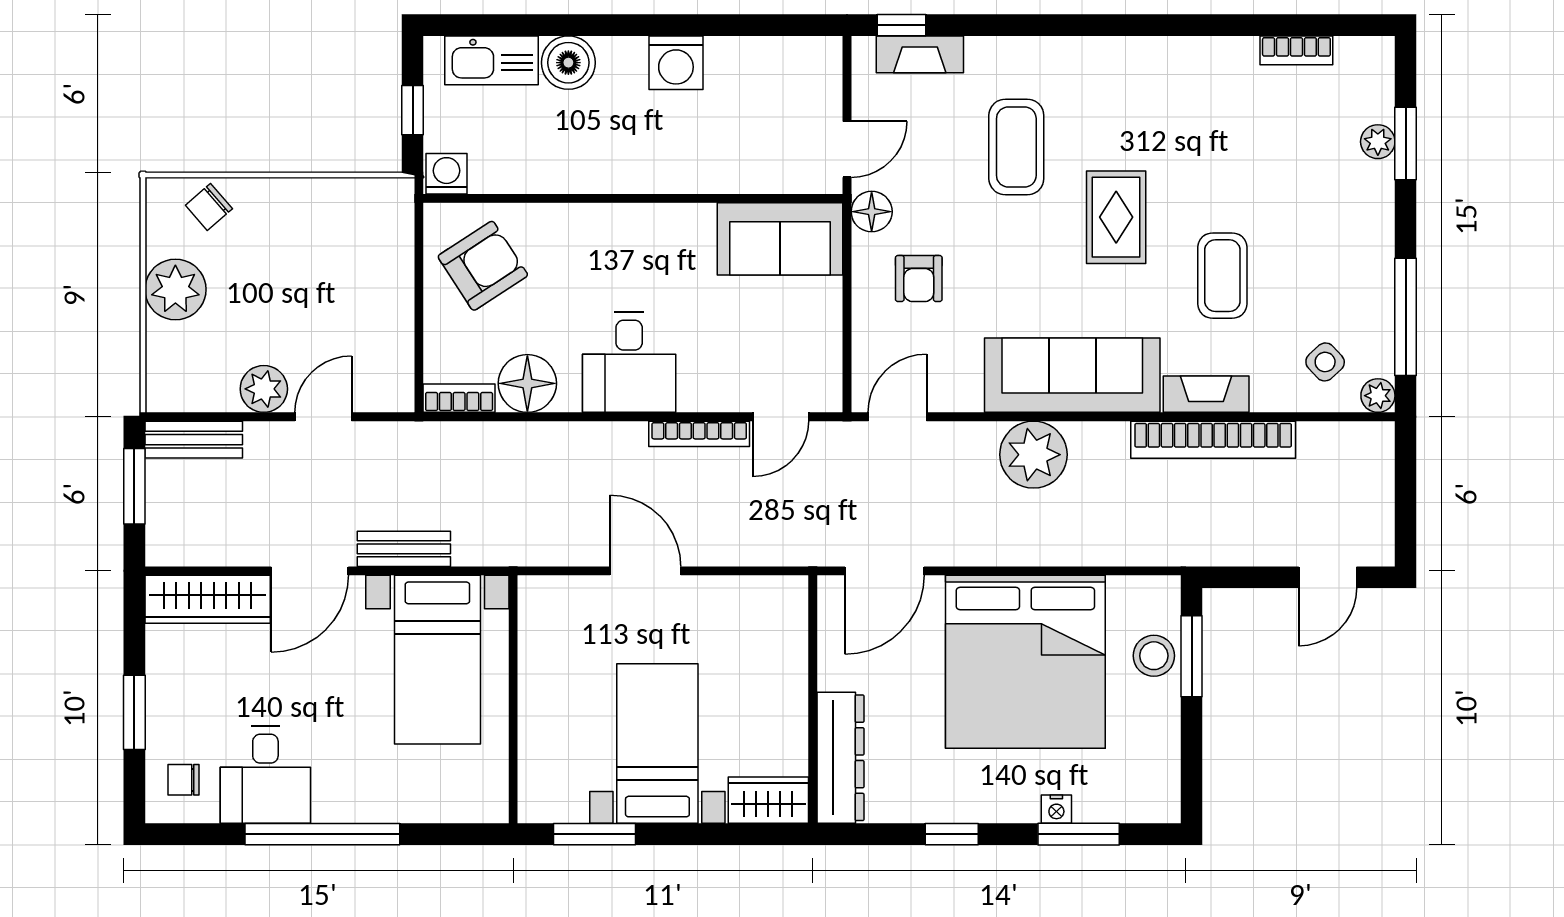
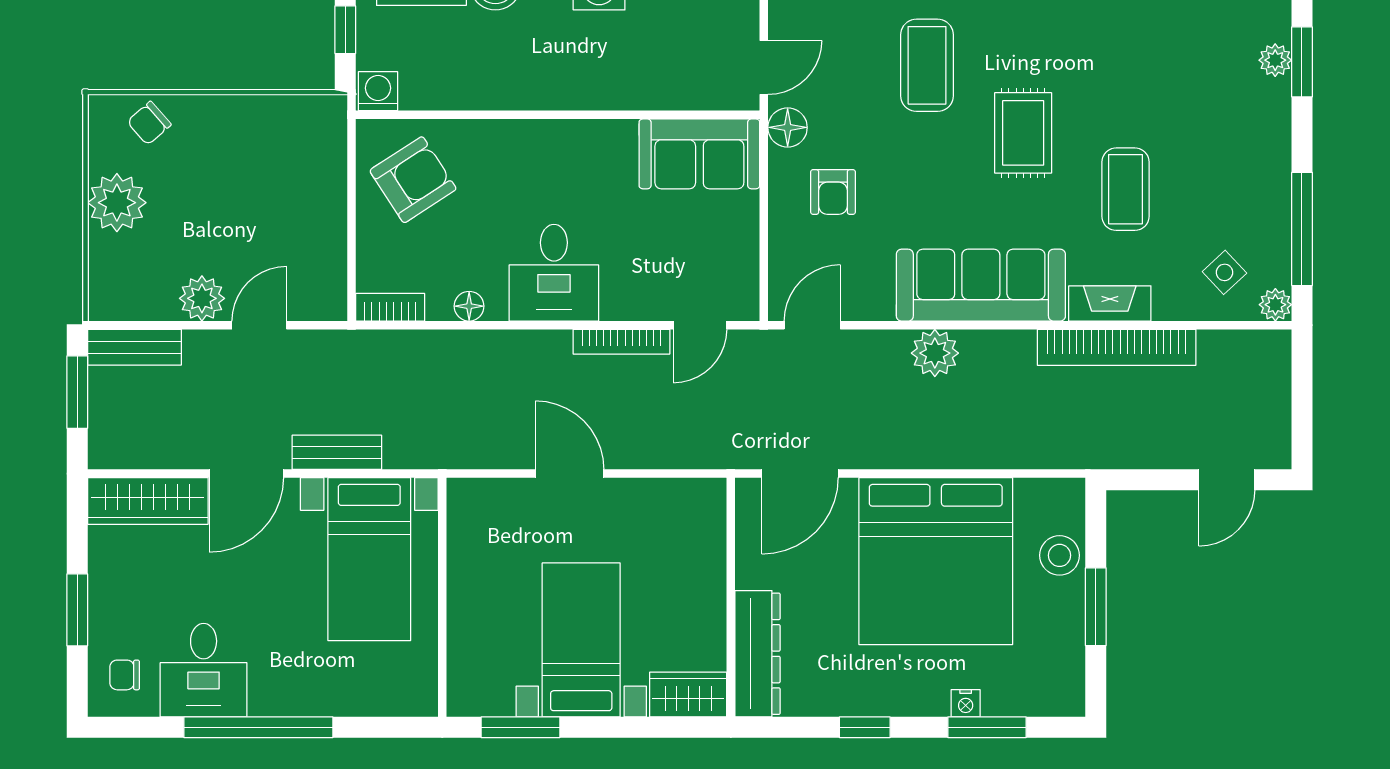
floor lamp: (527, 383) -> (469, 306), width x0.53, depth x0.53
plant: (1033, 455) -> (935, 353), width x0.73, depth x0.73
window: (1192, 656) -> (1096, 607), moved

